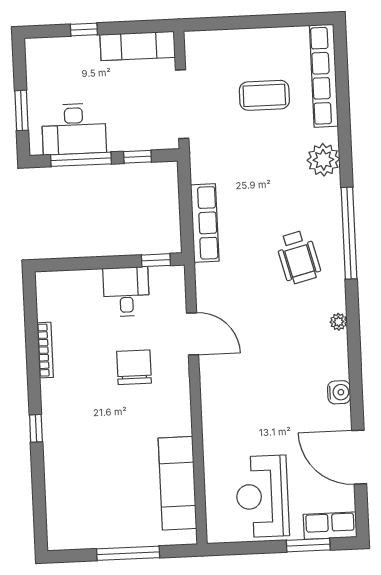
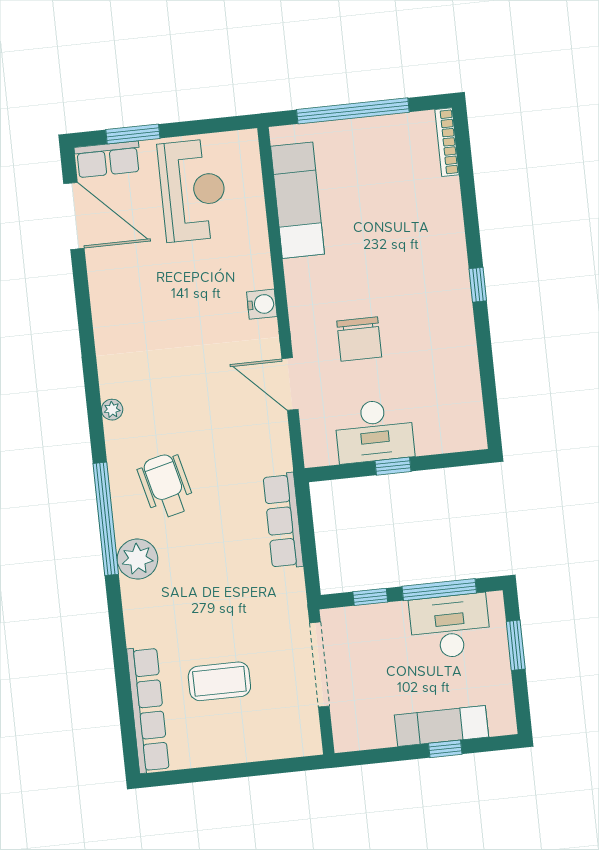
exam couch: (138, 46) -> (442, 726), moved
plant: (323, 160) -> (137, 559), moved
window: (156, 260) -> (393, 466), moved
desk: (126, 292) -> (374, 431), width x1.37
bookcase: (45, 350) -> (447, 142), moved
water cooler: (339, 392) -> (262, 304), moved, turned 180
window: (36, 428) -> (478, 285), moved
door: (359, 457) -> (74, 216), moved
window: (128, 553) -> (353, 111), width x1.46

